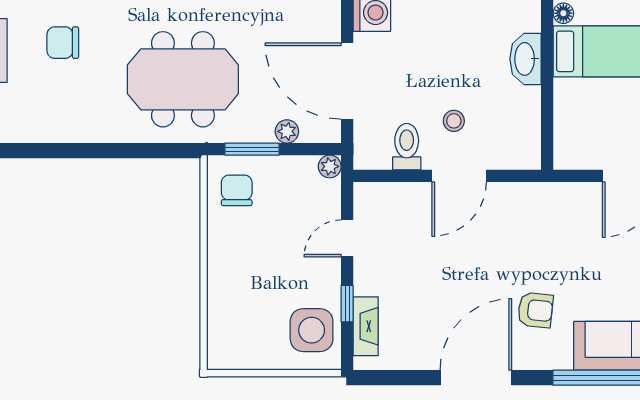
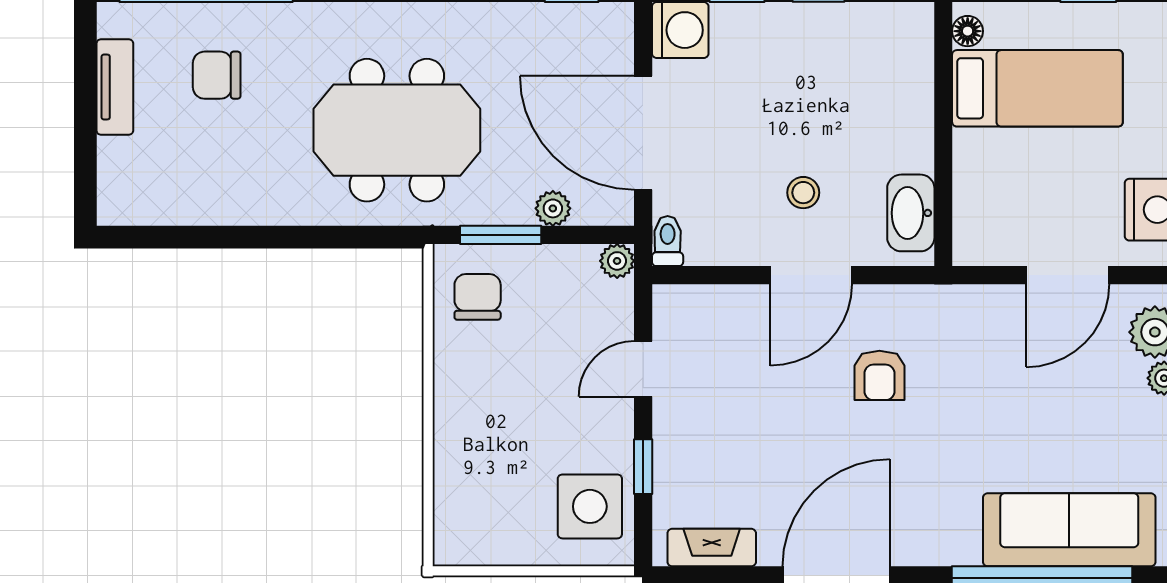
washbasin: (526, 59) -> (911, 213), moved
toilet: (407, 147) -> (668, 241), moved, width x0.73, depth x0.72
armchair: (535, 310) -> (879, 375), moved, turned 84
fireplace: (366, 326) -> (712, 548), moved, turned -90

